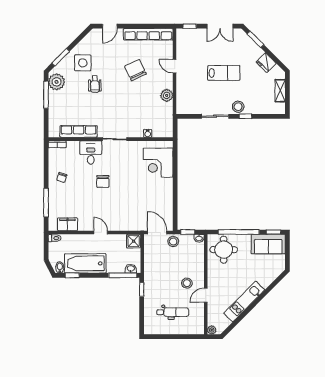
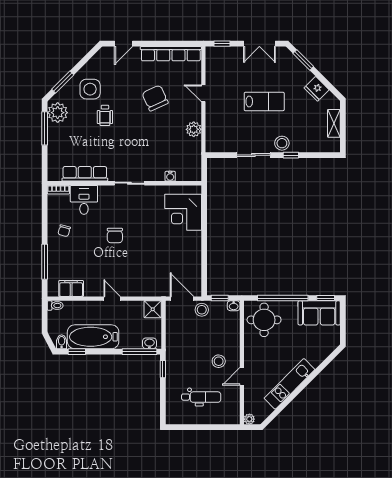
desk: (91, 153) -> (84, 200), moved

